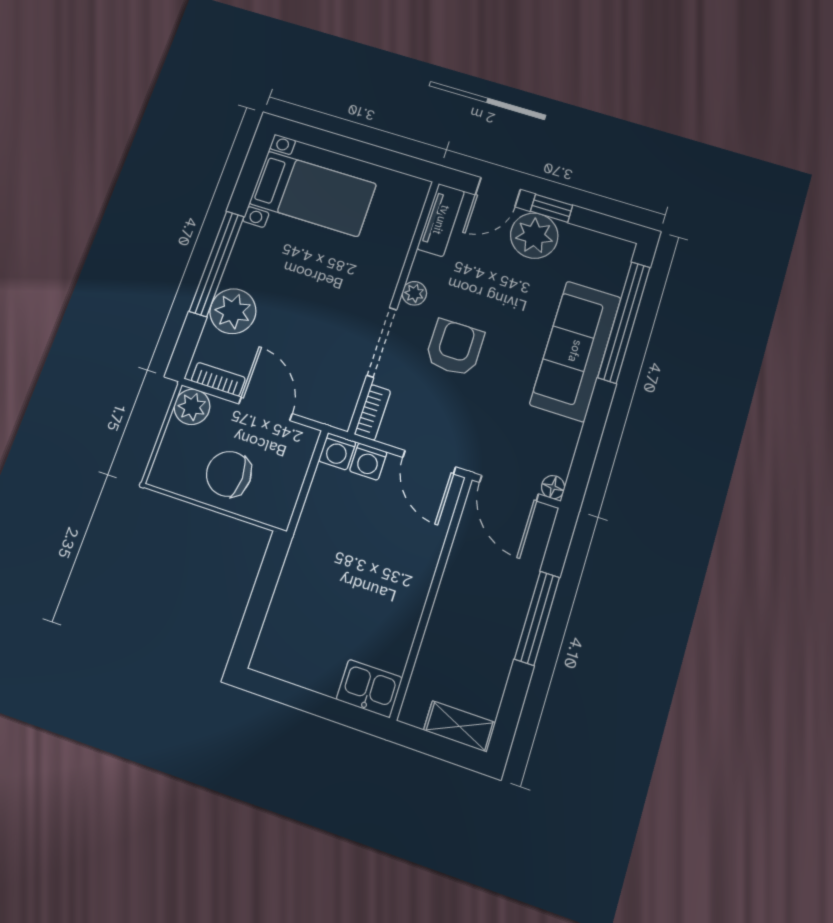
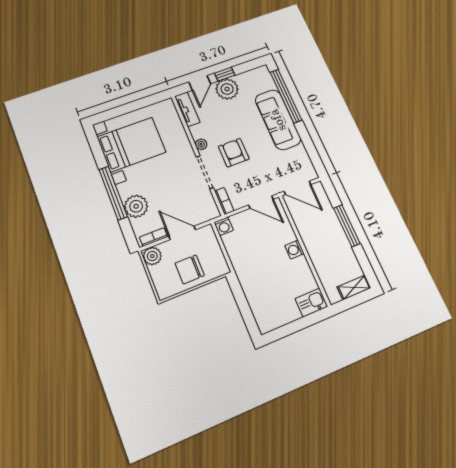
bed with nightstands: (313, 194) -> (131, 144), width x1.36
washing machine: (368, 462) -> (294, 250), moved, turned 90
floor lamp: (553, 487) -> (312, 175), removed

